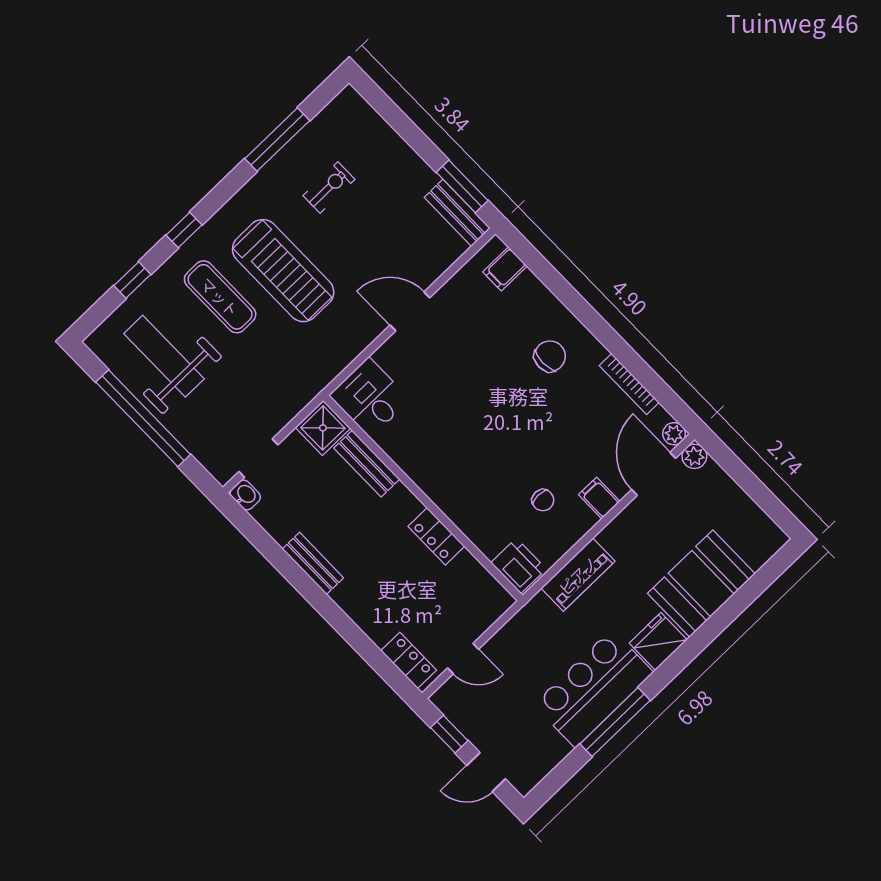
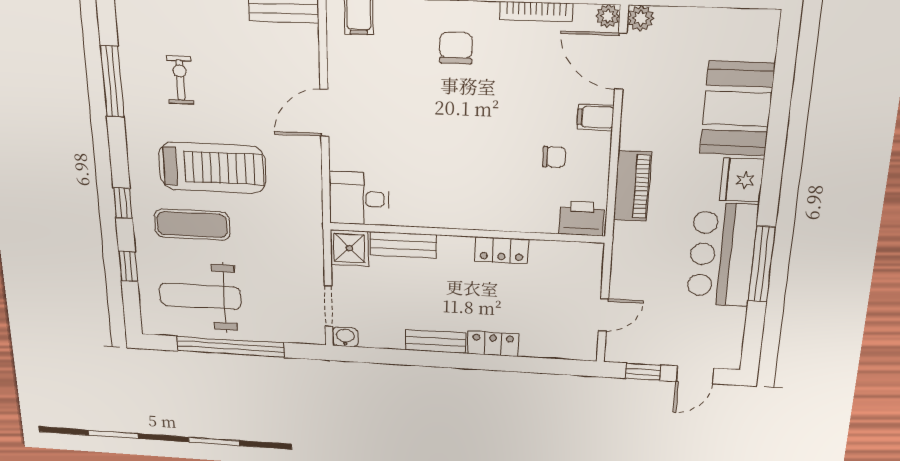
locker: (409, 660) -> (493, 344), moved

